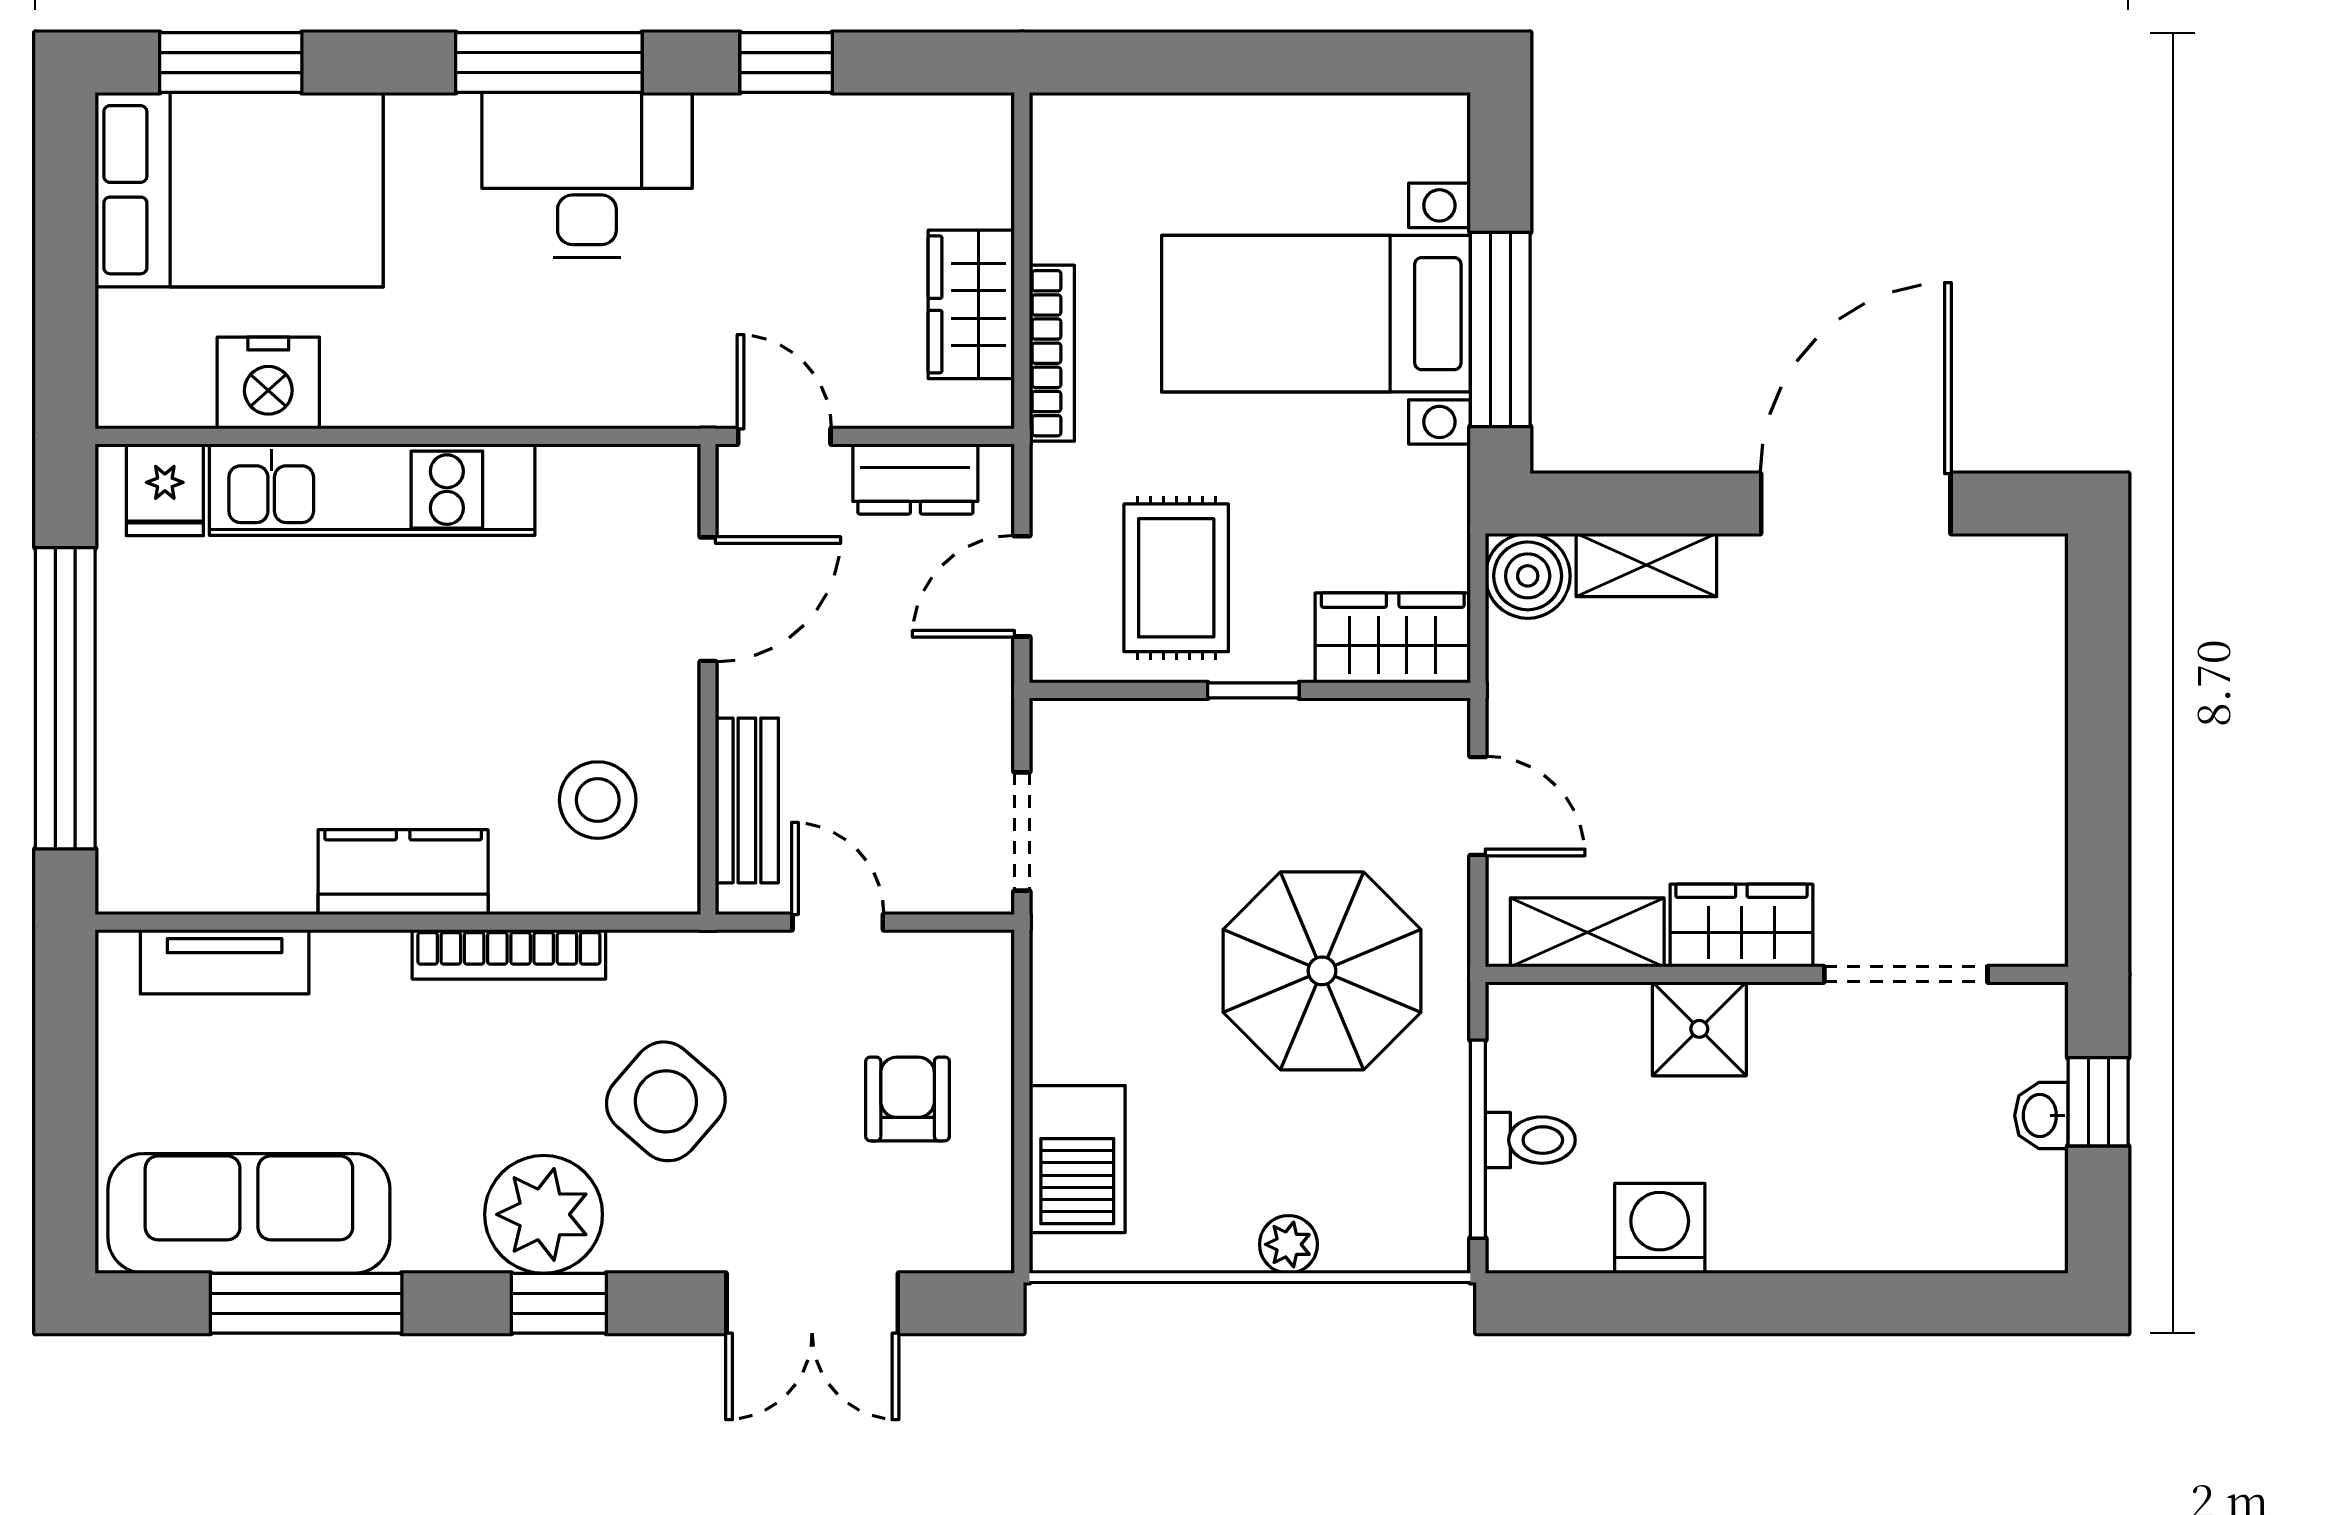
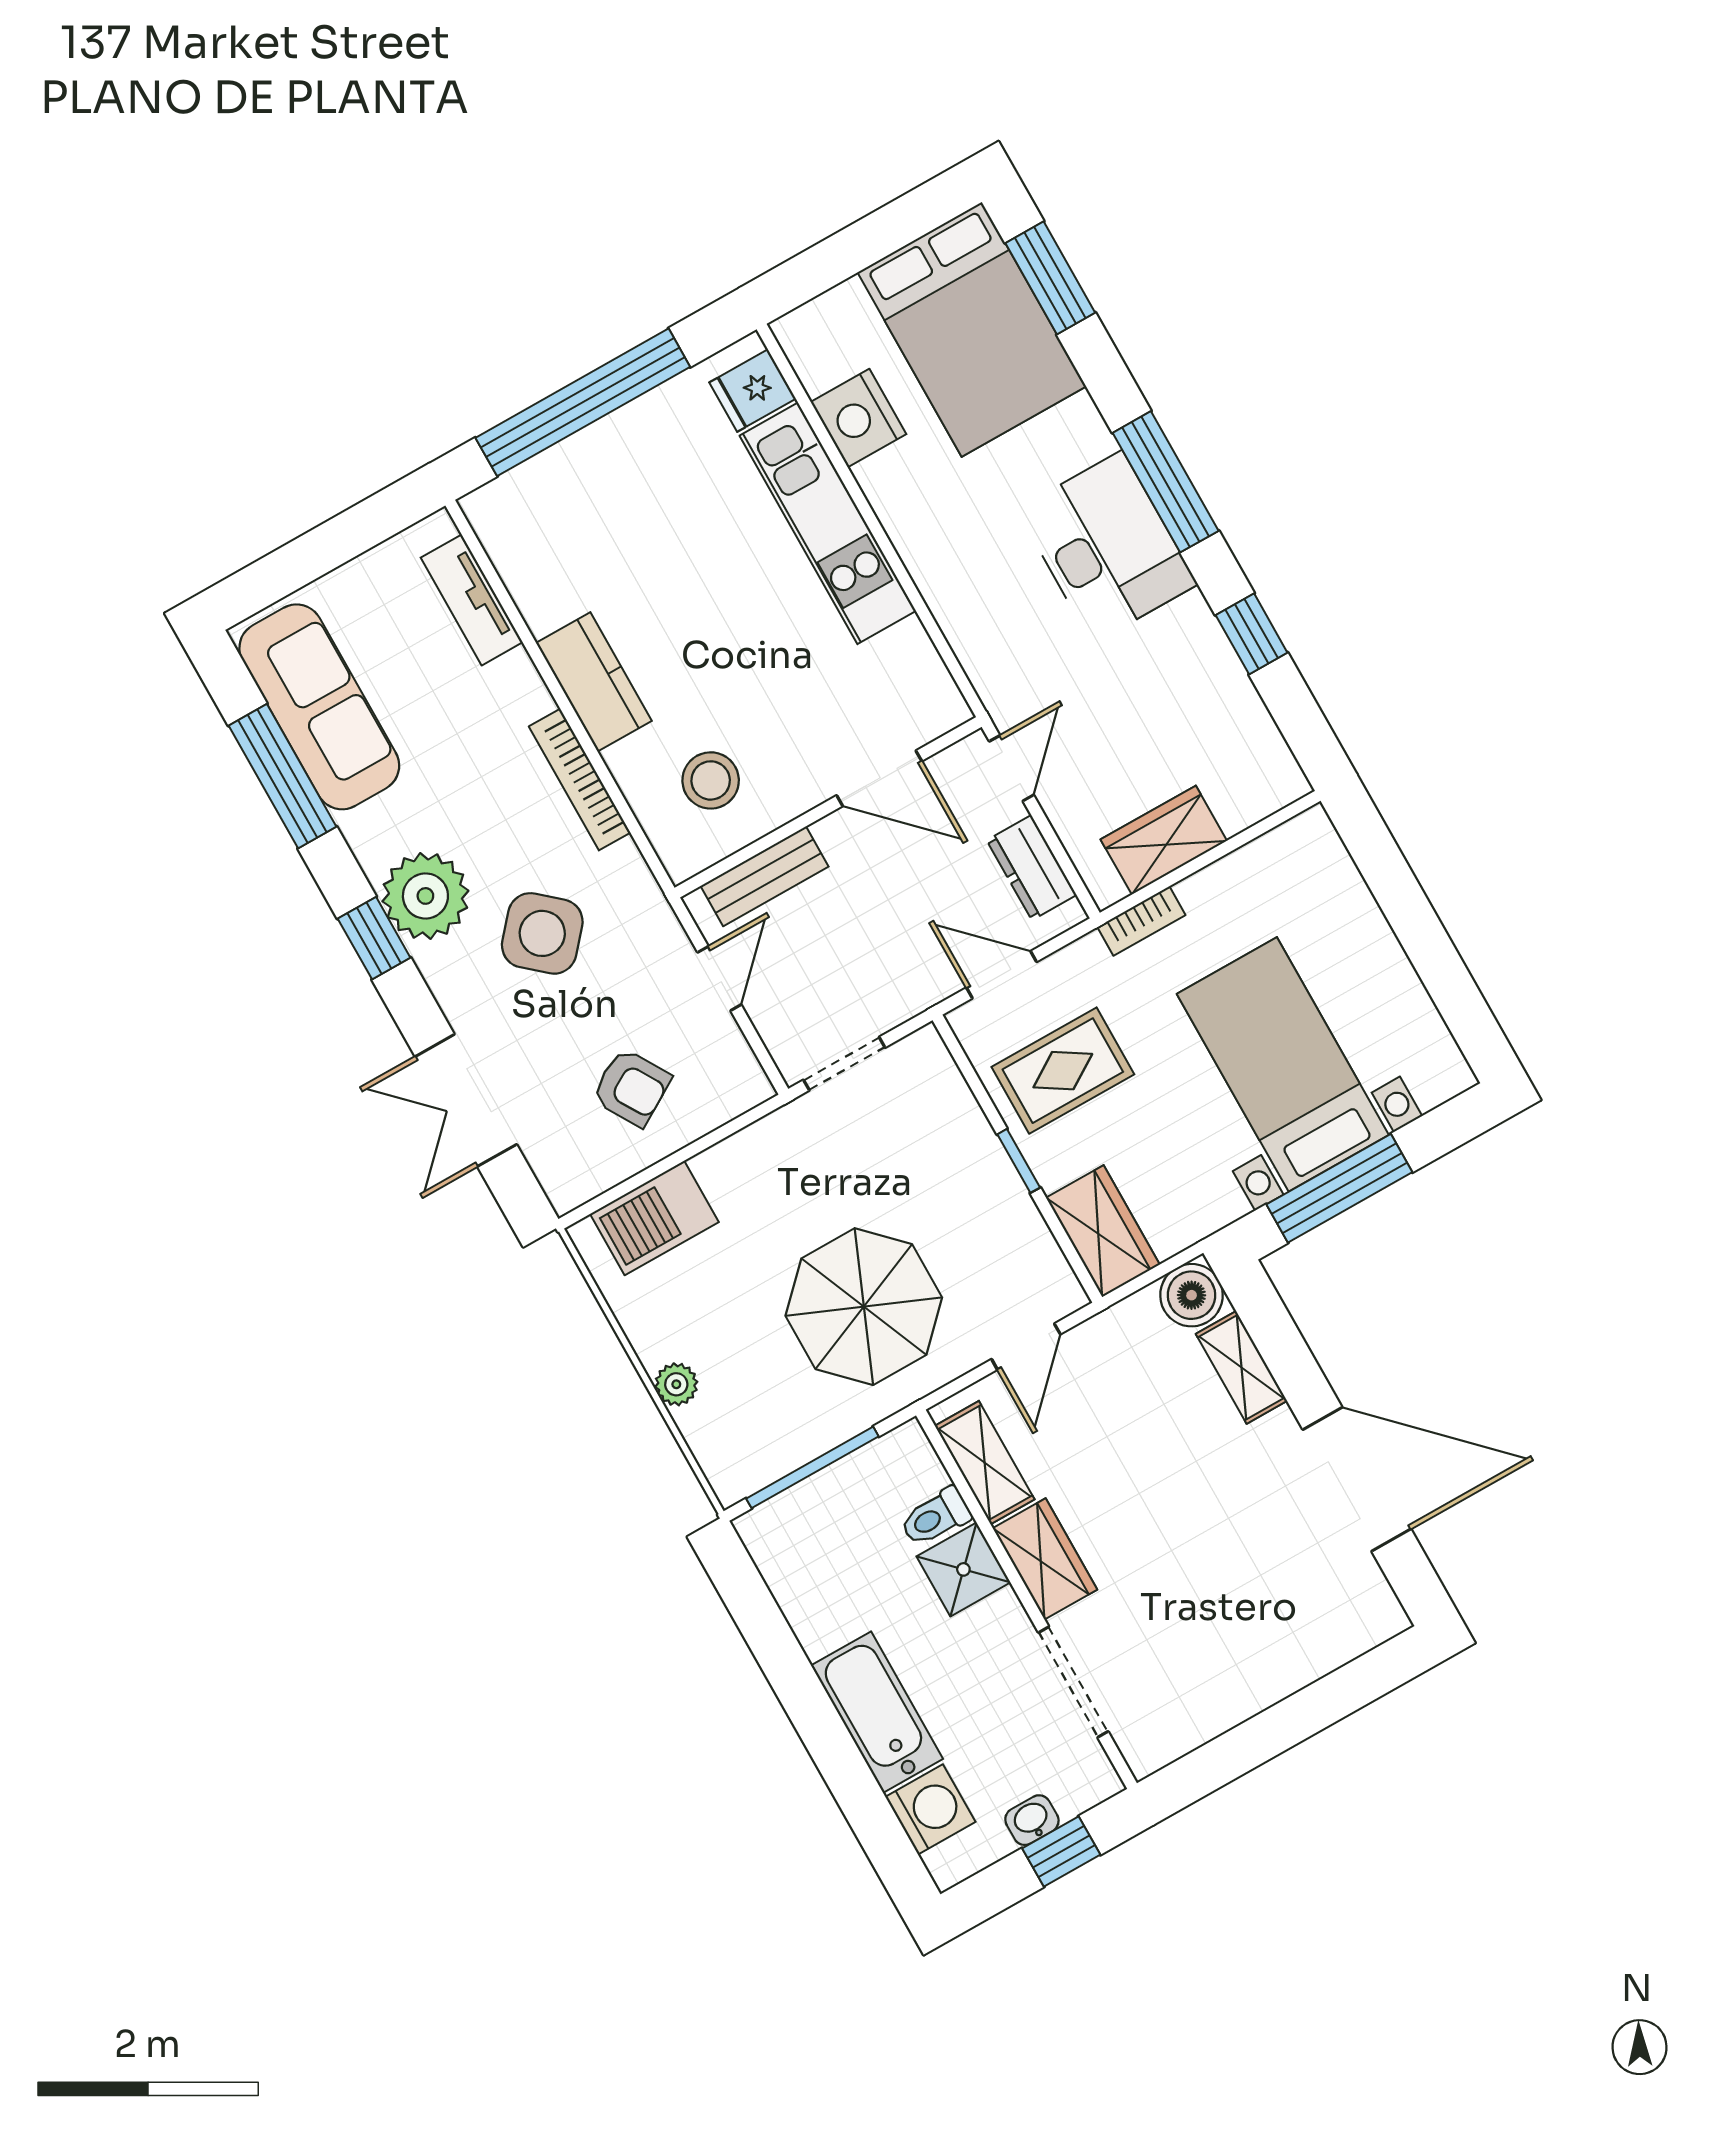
bookcase: (1052, 353) -> (1141, 921), width x0.64
armchair: (908, 1099) -> (631, 1087), turned 59
toilet: (1530, 1140) -> (936, 1517), moved, turned 90
bathtub: (1810, 1226) -> (877, 1712), added
washing machine: (1660, 1228) -> (930, 1809), moved

